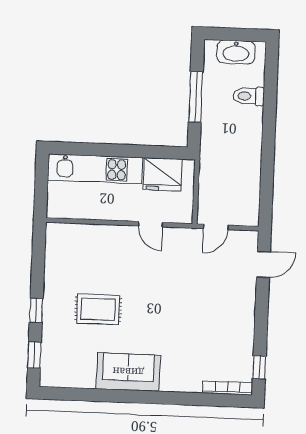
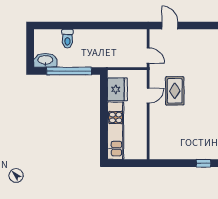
washbasin: (236, 52) -> (45, 60), moved, turned -90
window: (196, 97) -> (69, 71), width x1.46
rug: (98, 309) -> (175, 91), moved

